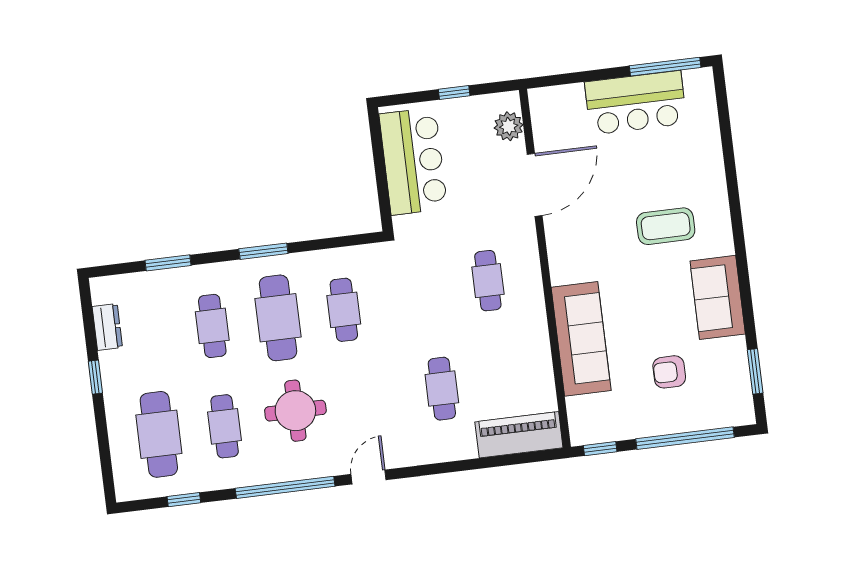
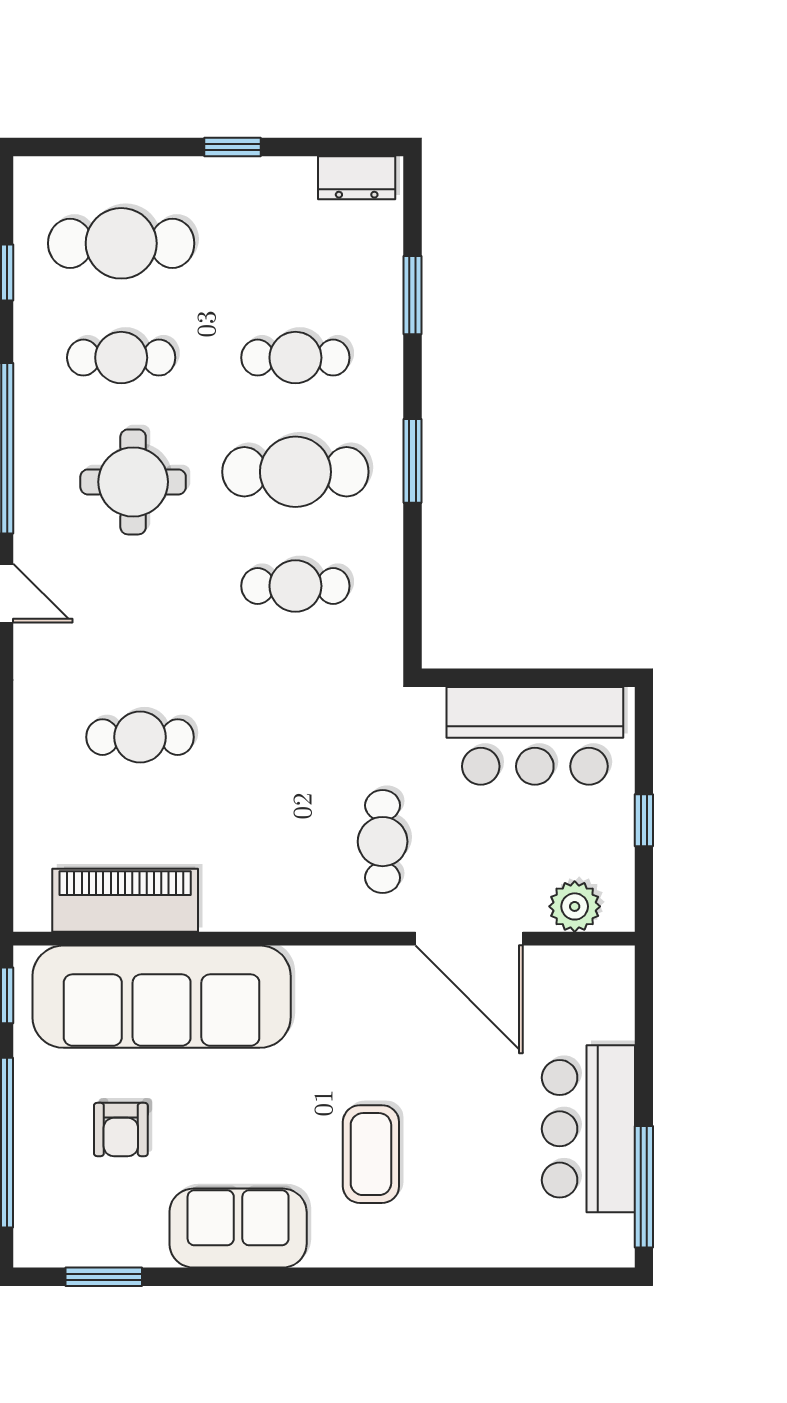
cafe table: (488, 281) -> (383, 842), moved, turned 90
dresser: (107, 327) -> (357, 178), moved
sofa: (581, 339) -> (162, 997), width x1.36, depth x1.27
armchair: (669, 372) -> (121, 1130), turned 180
piano: (519, 435) -> (125, 900), moved, turned -90

